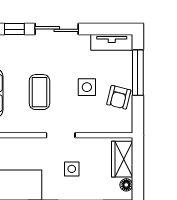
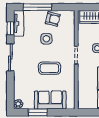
window: (14, 29) -> (10, 28), moved

